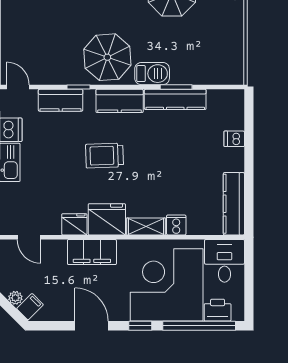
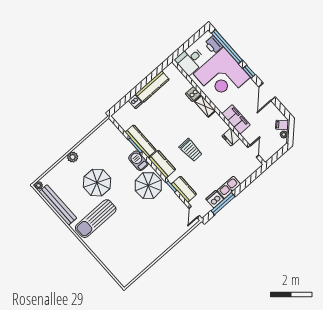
kitchen counter: (234, 204) -> (152, 87), moved
fridge: (107, 219) -> (217, 125), removed

